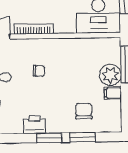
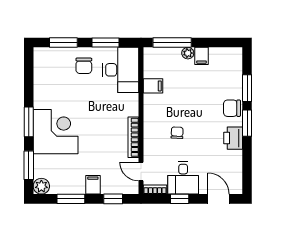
filing cabinet: (83, 47) -> (153, 86), added
plant: (110, 75) -> (188, 53), width x0.53, depth x0.53
chair: (84, 111) -> (232, 108), moved

